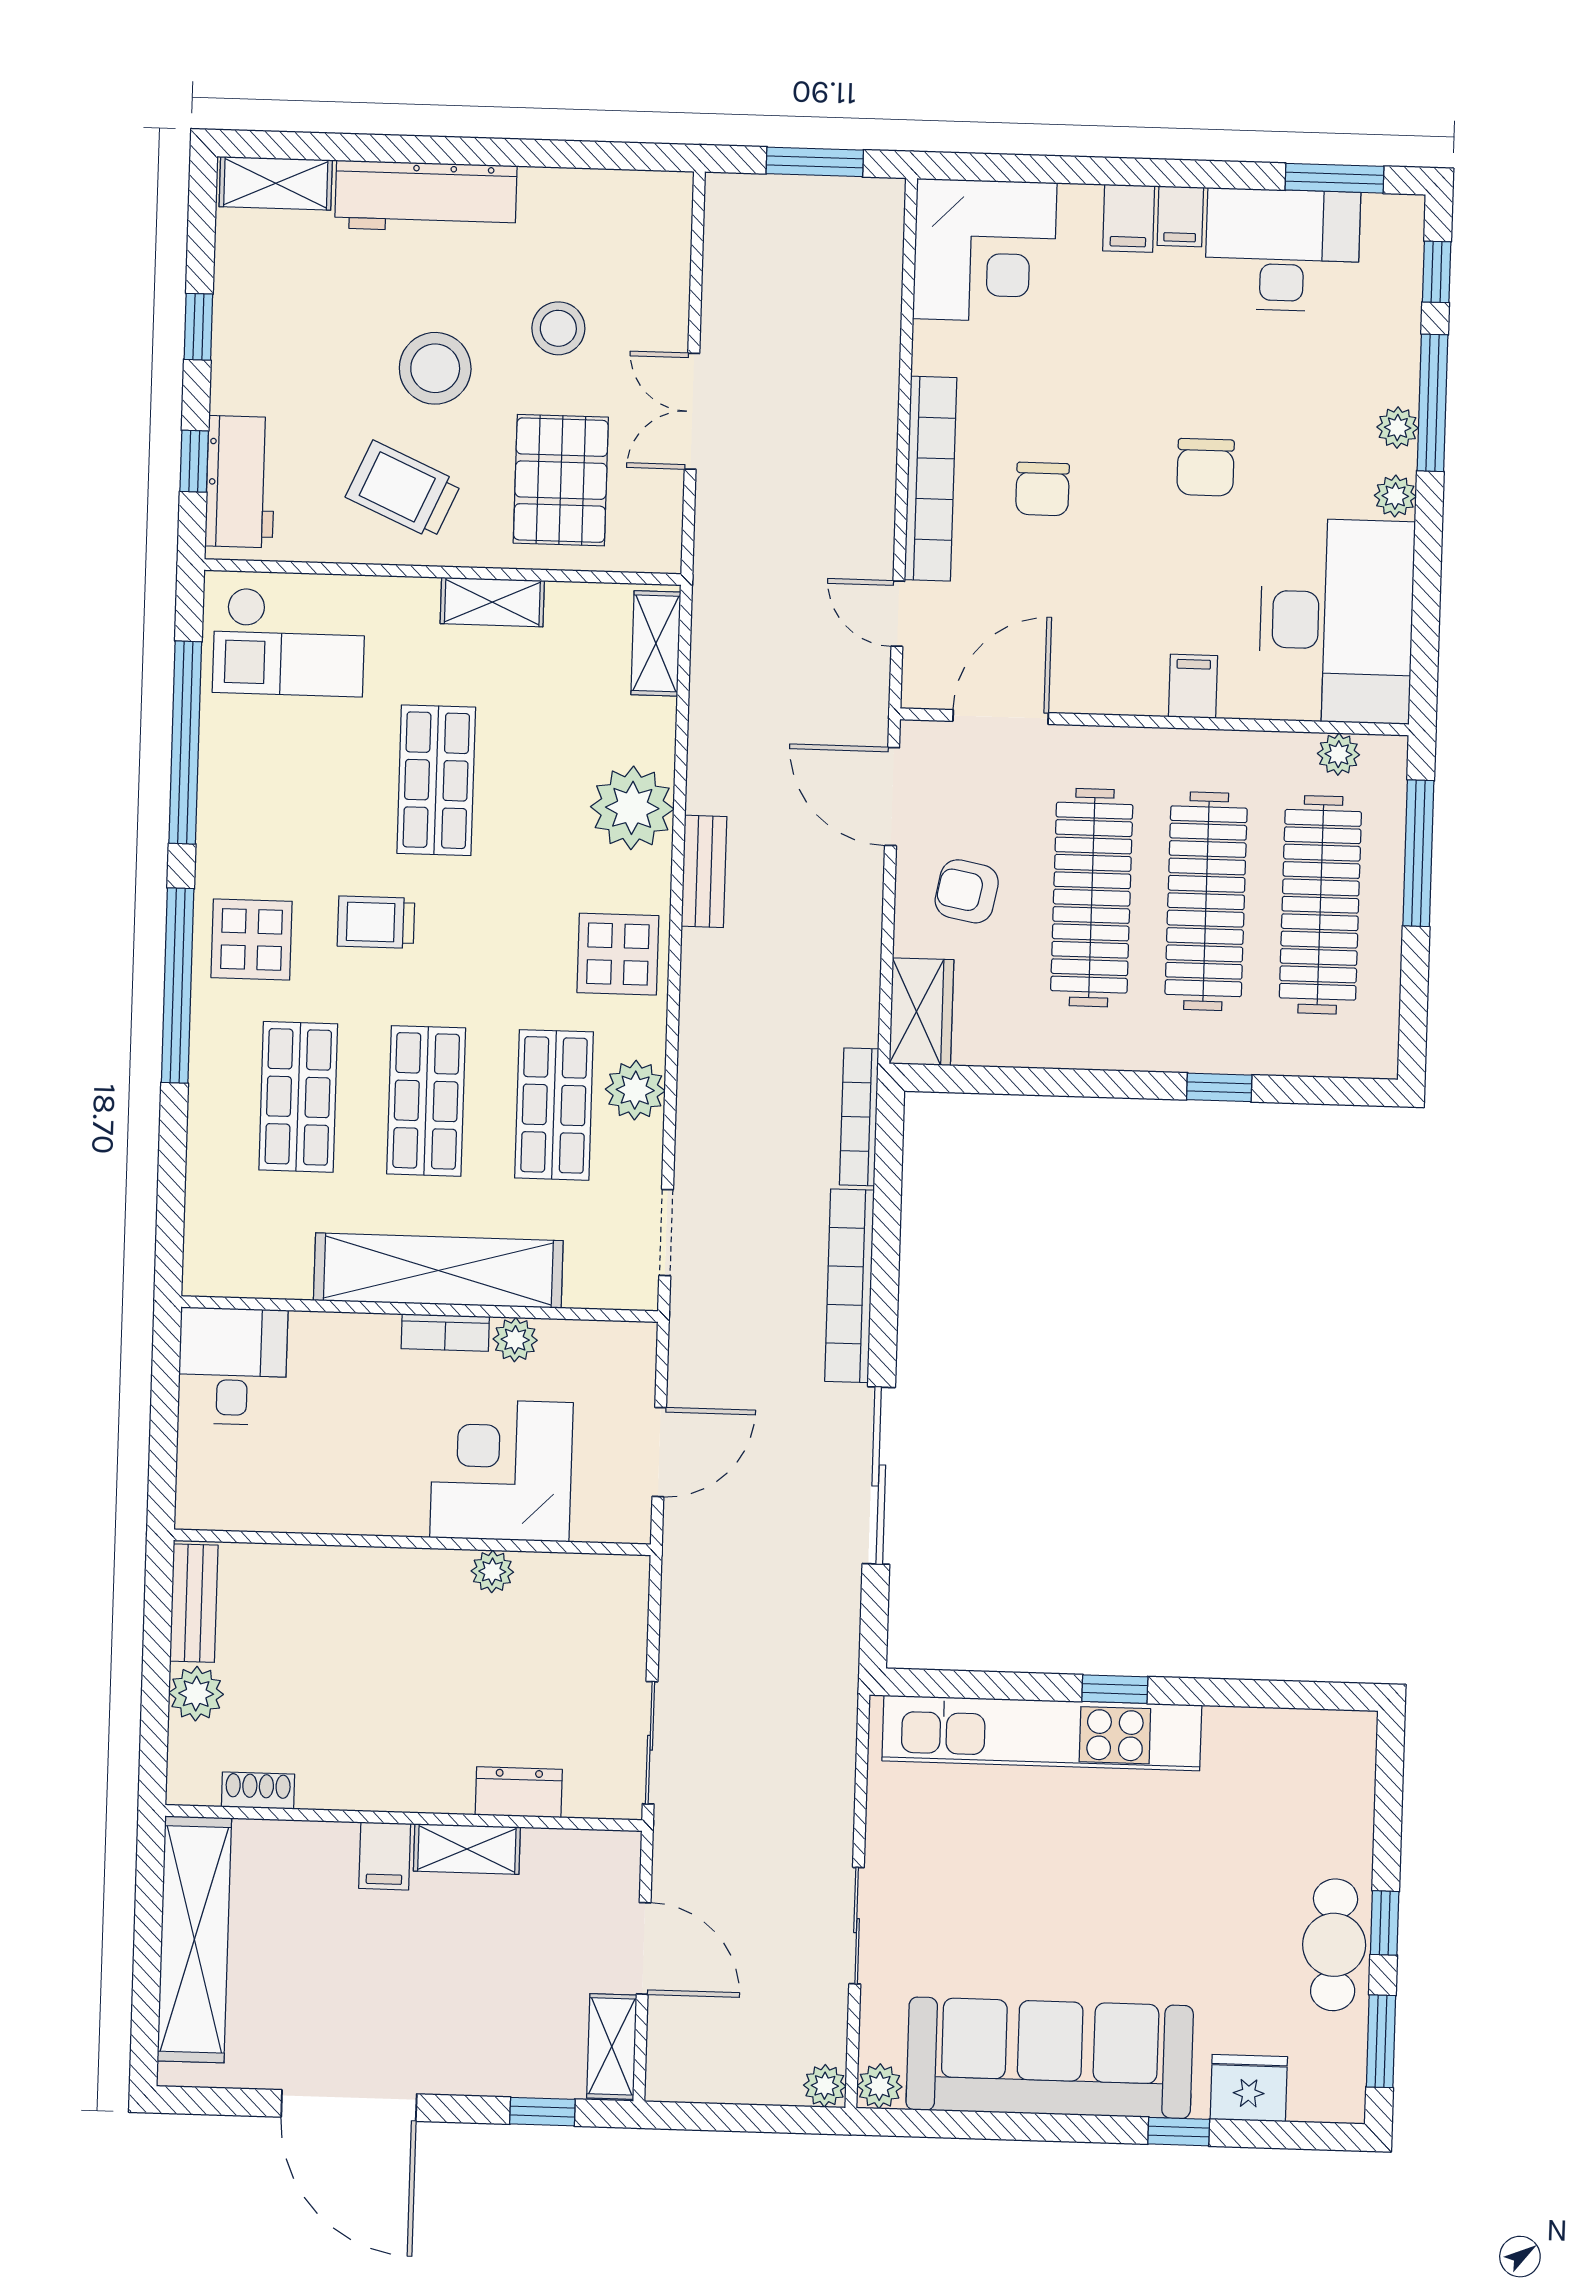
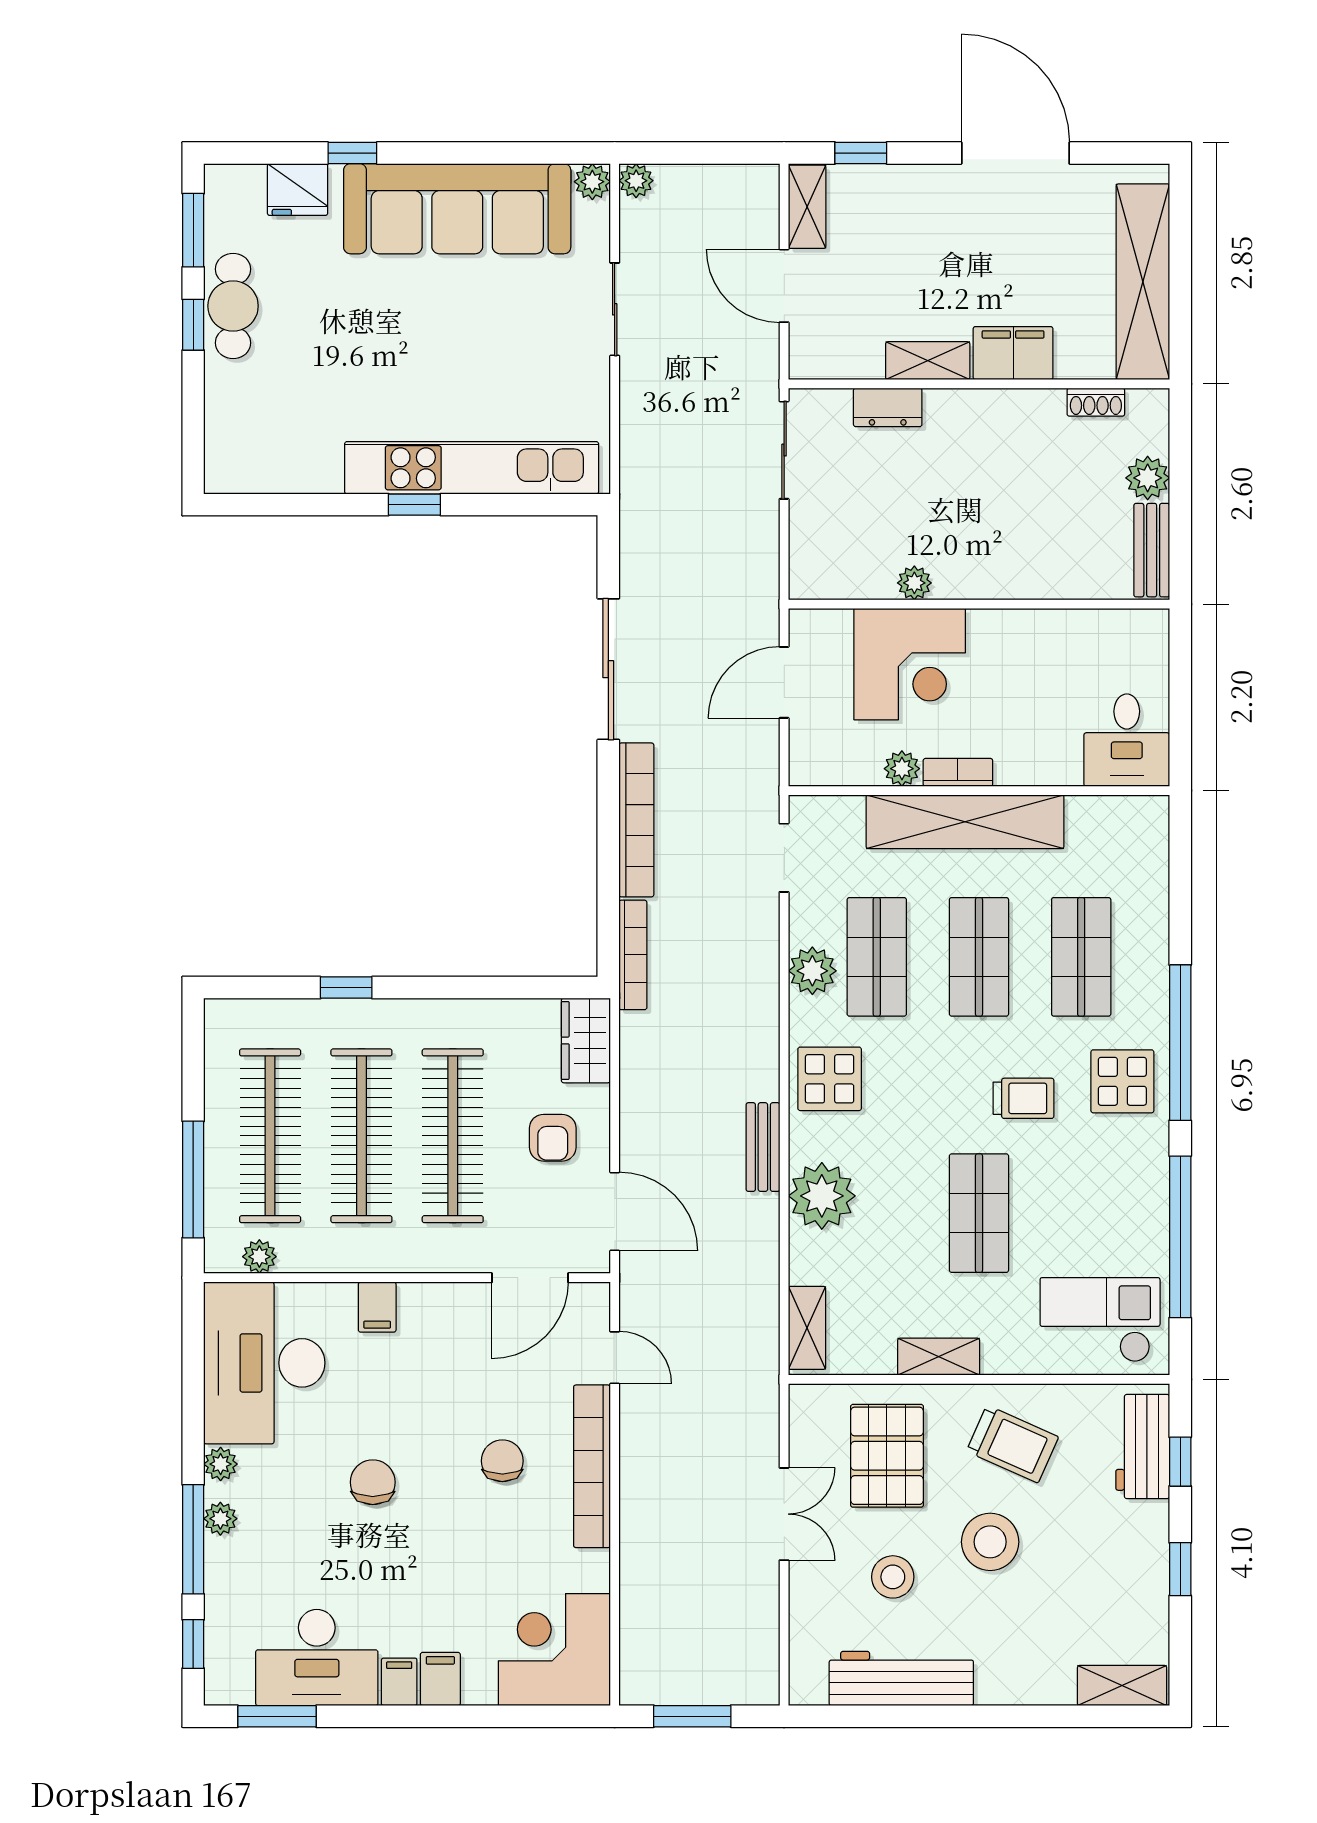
workbench: (426, 197) -> (901, 1678), moved
armchair: (967, 891) -> (553, 1138), turned 79
filing cabinet: (385, 1856) -> (1013, 353), width x2.00

